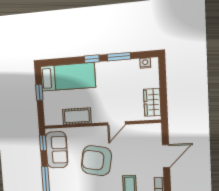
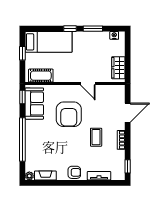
cot: (77, 116) -> (41, 76), moved
door: (116, 123) -> (88, 84), hinge flipped
armchair: (96, 161) -> (69, 114), turned -100

